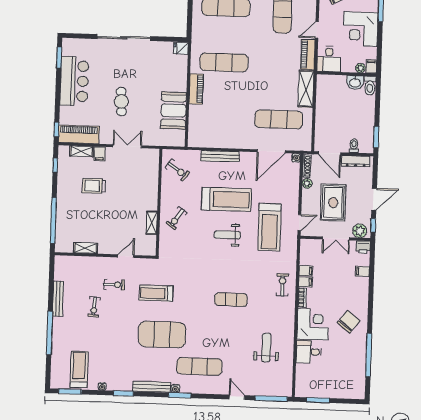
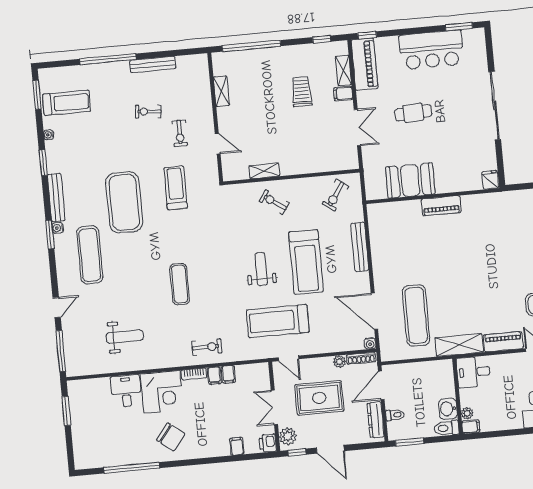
desk: (329, 59) -> (473, 372), moved
exercise mat: (224, 62) -> (480, 237), removed
filing cabinet: (371, 66) -> (471, 427), moved
plant: (360, 68) -> (467, 413), moved
wall: (346, 74) -> (458, 396), moved
washbasin: (355, 82) -> (448, 409), moved
toilet: (370, 86) -> (446, 428), moved

